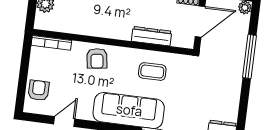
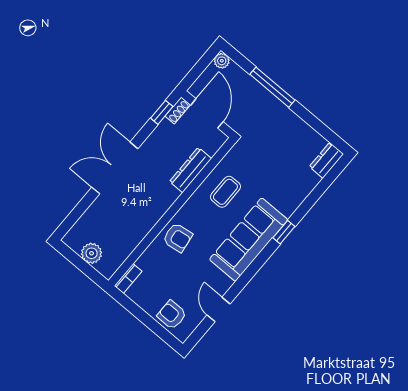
bookcase: (51, 43) -> (128, 279), width x0.64

